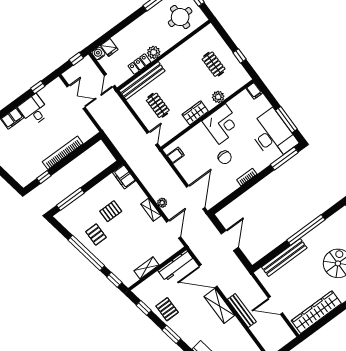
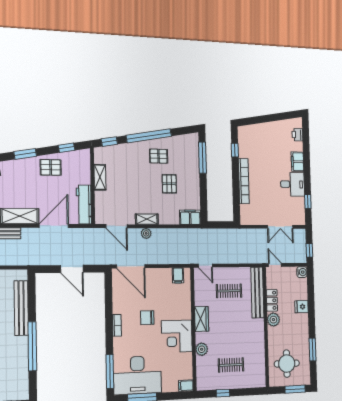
fridge: (109, 48) -> (302, 307), moved

